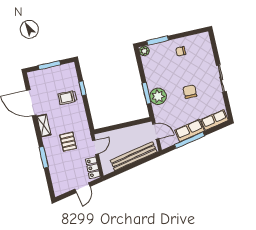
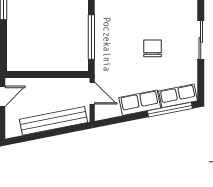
window: (147, 93) -> (91, 37), width x1.44
plant: (158, 96) -> (106, 45), removed
window: (190, 140) -> (170, 110), moved

